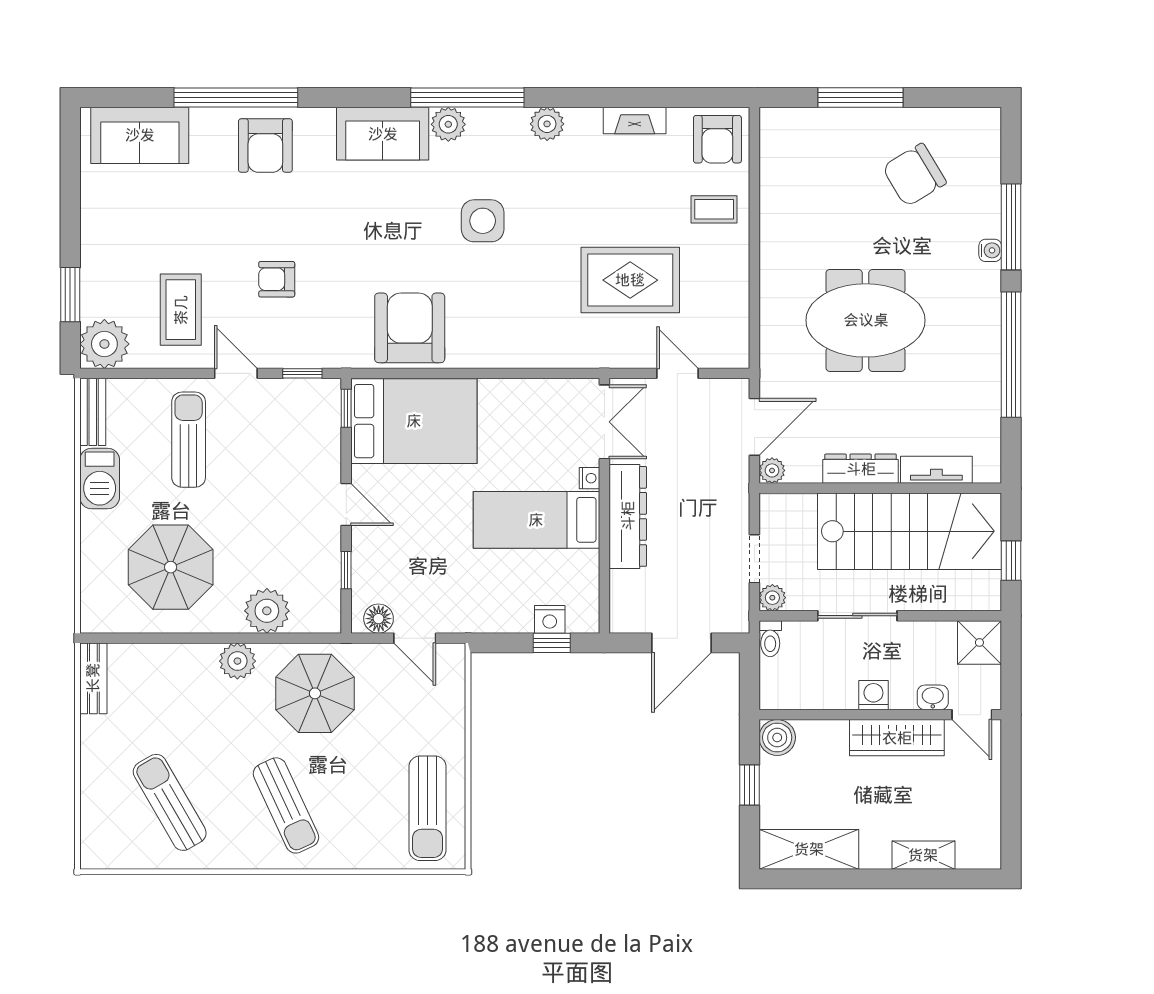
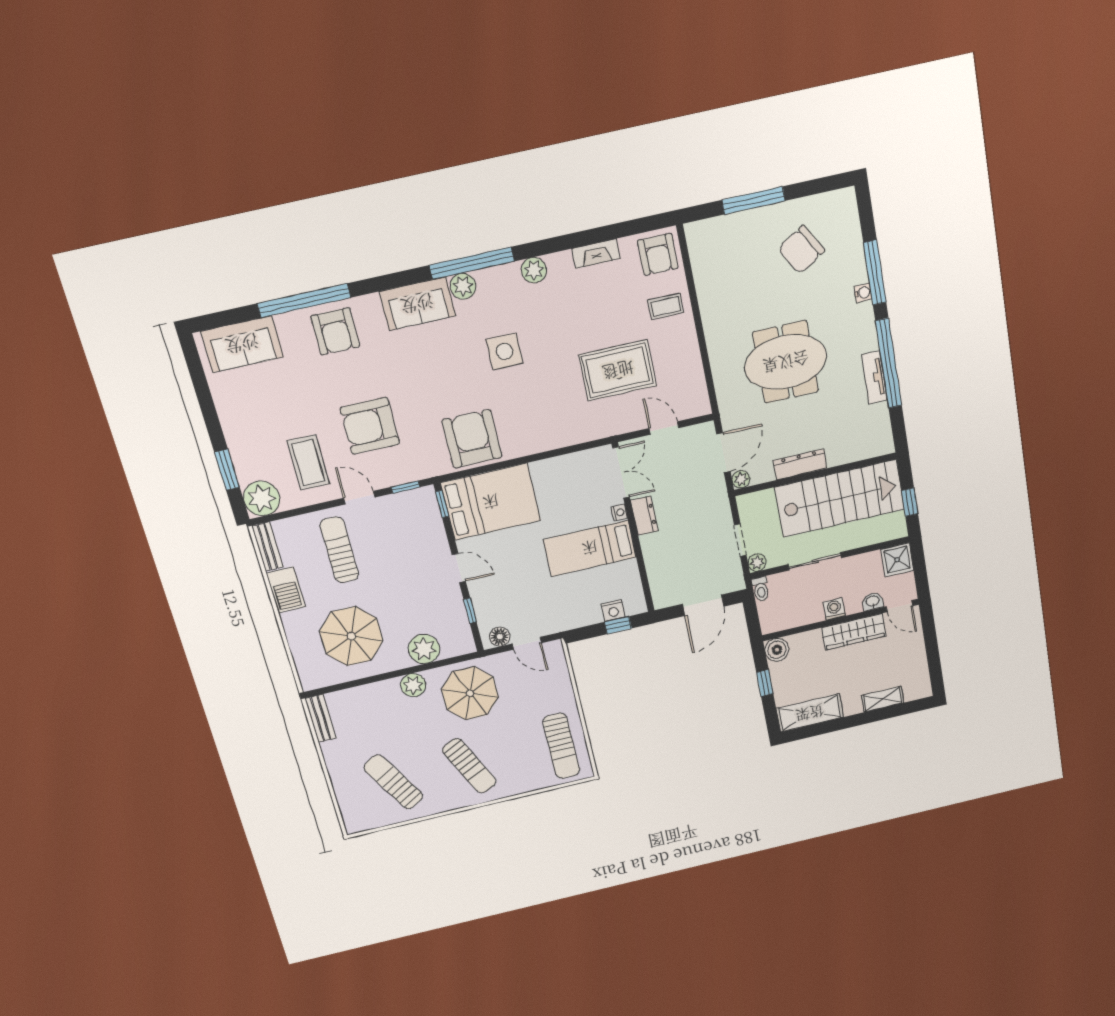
armchair: (277, 279) -> (370, 426), width x1.88, depth x1.88
tv unit: (936, 470) -> (874, 377), moved, turned -90
dresser: (628, 516) -> (644, 516), width x0.51, depth x0.80

